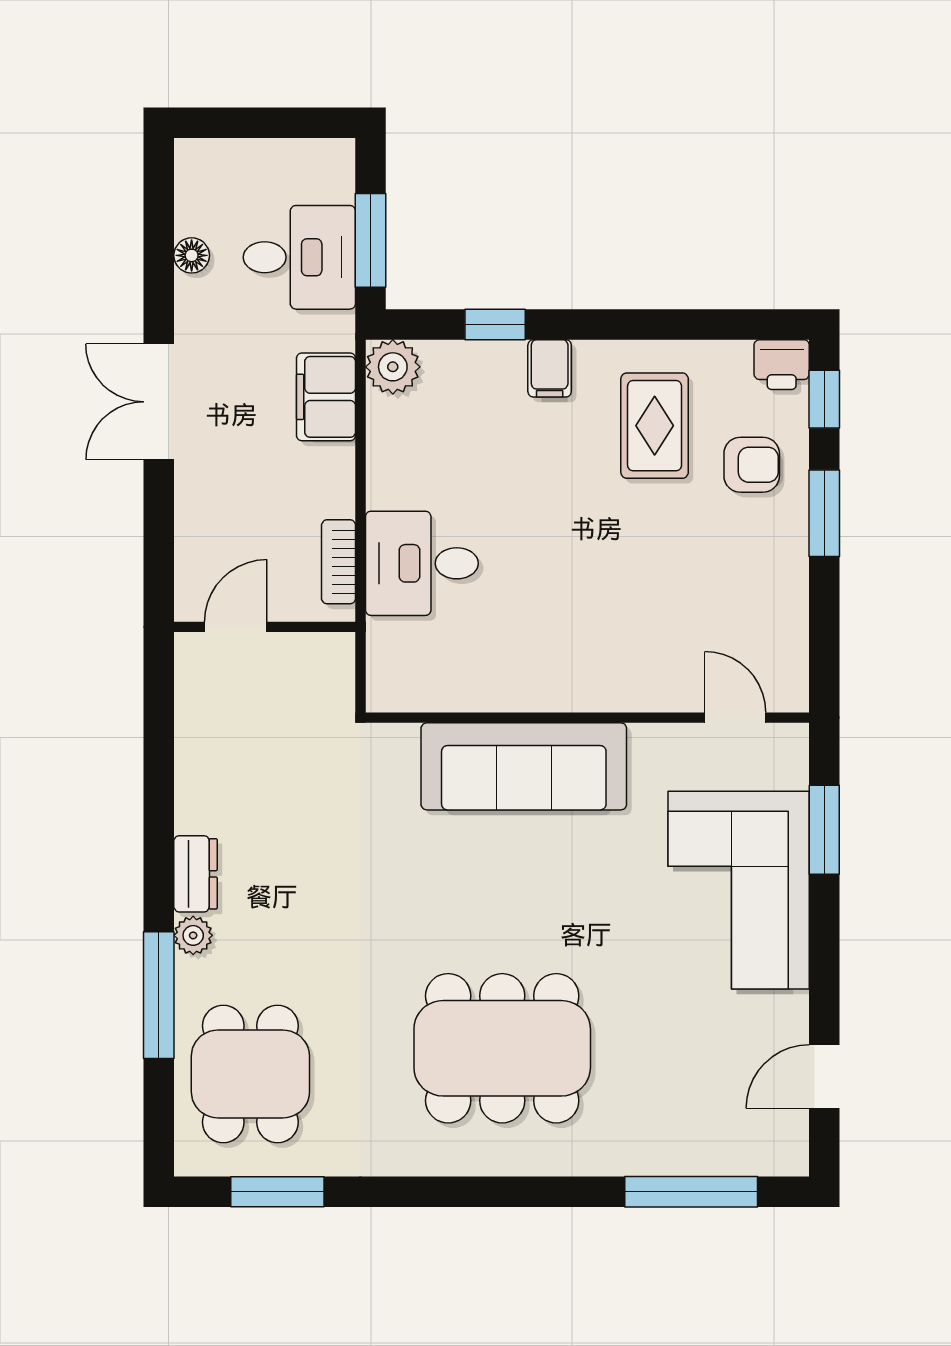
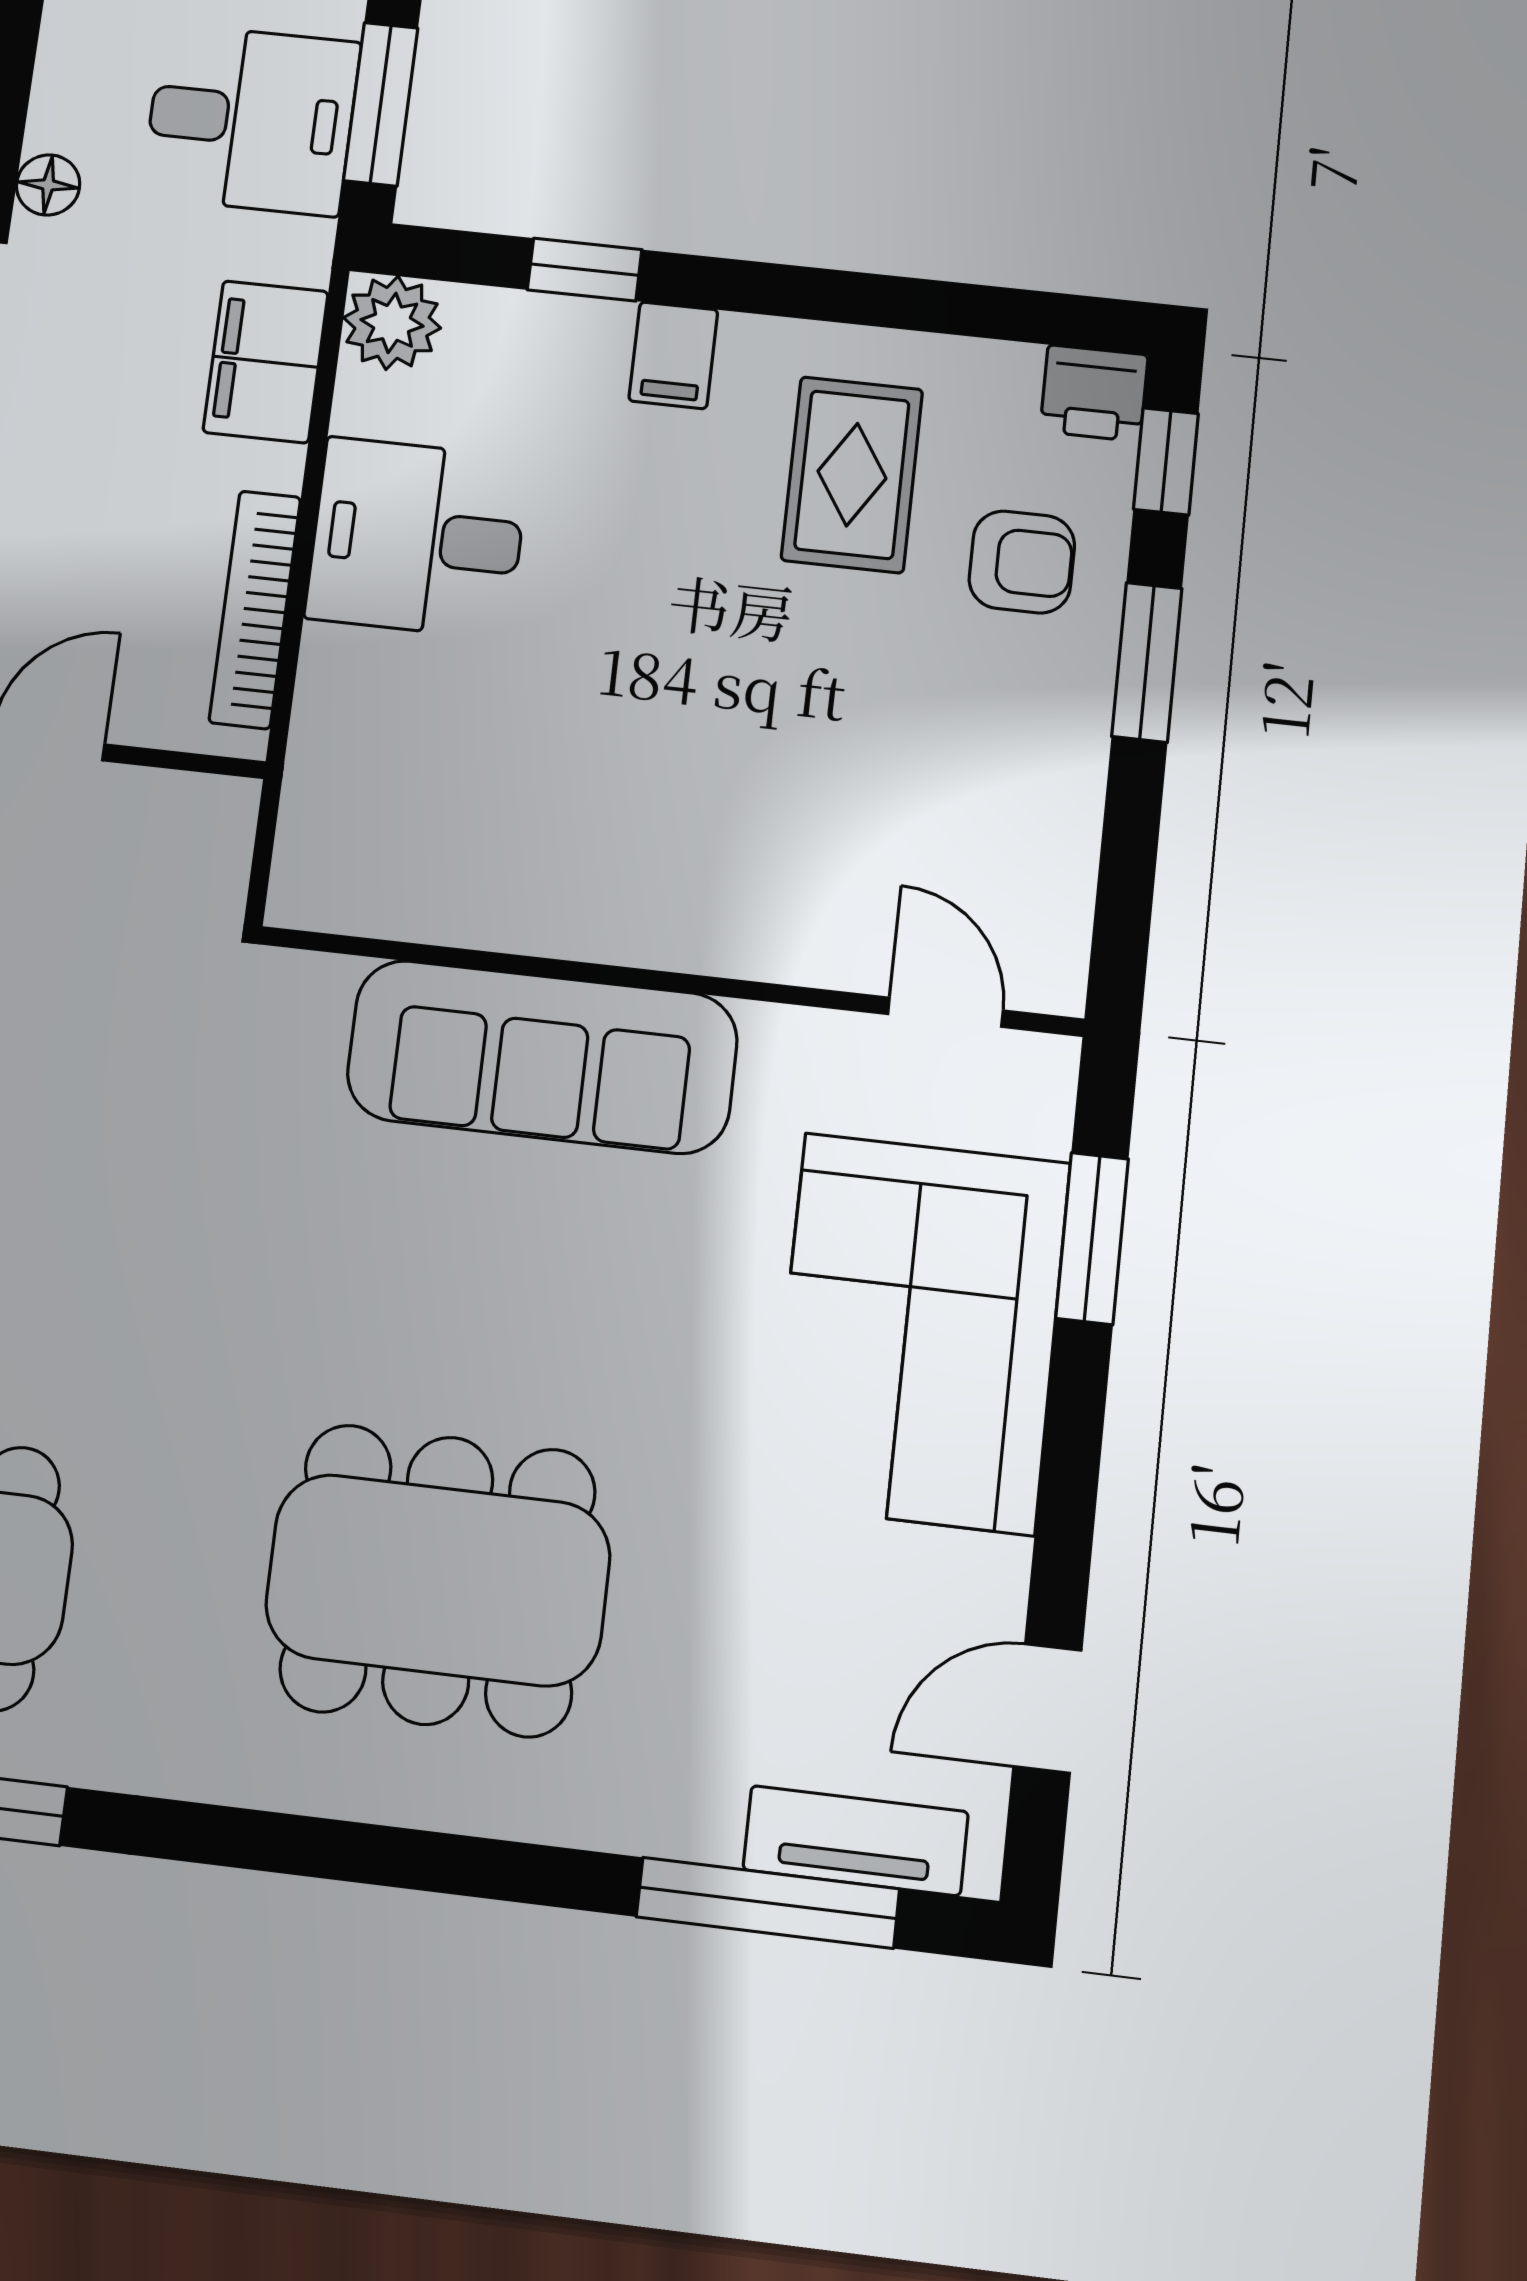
floor lamp: (192, 255) -> (48, 185), moved
bookcase: (339, 562) -> (255, 610), width x1.56
desk: (422, 563) -> (417, 538), moved
tv unit: (733, 1155) -> (856, 1841), added

